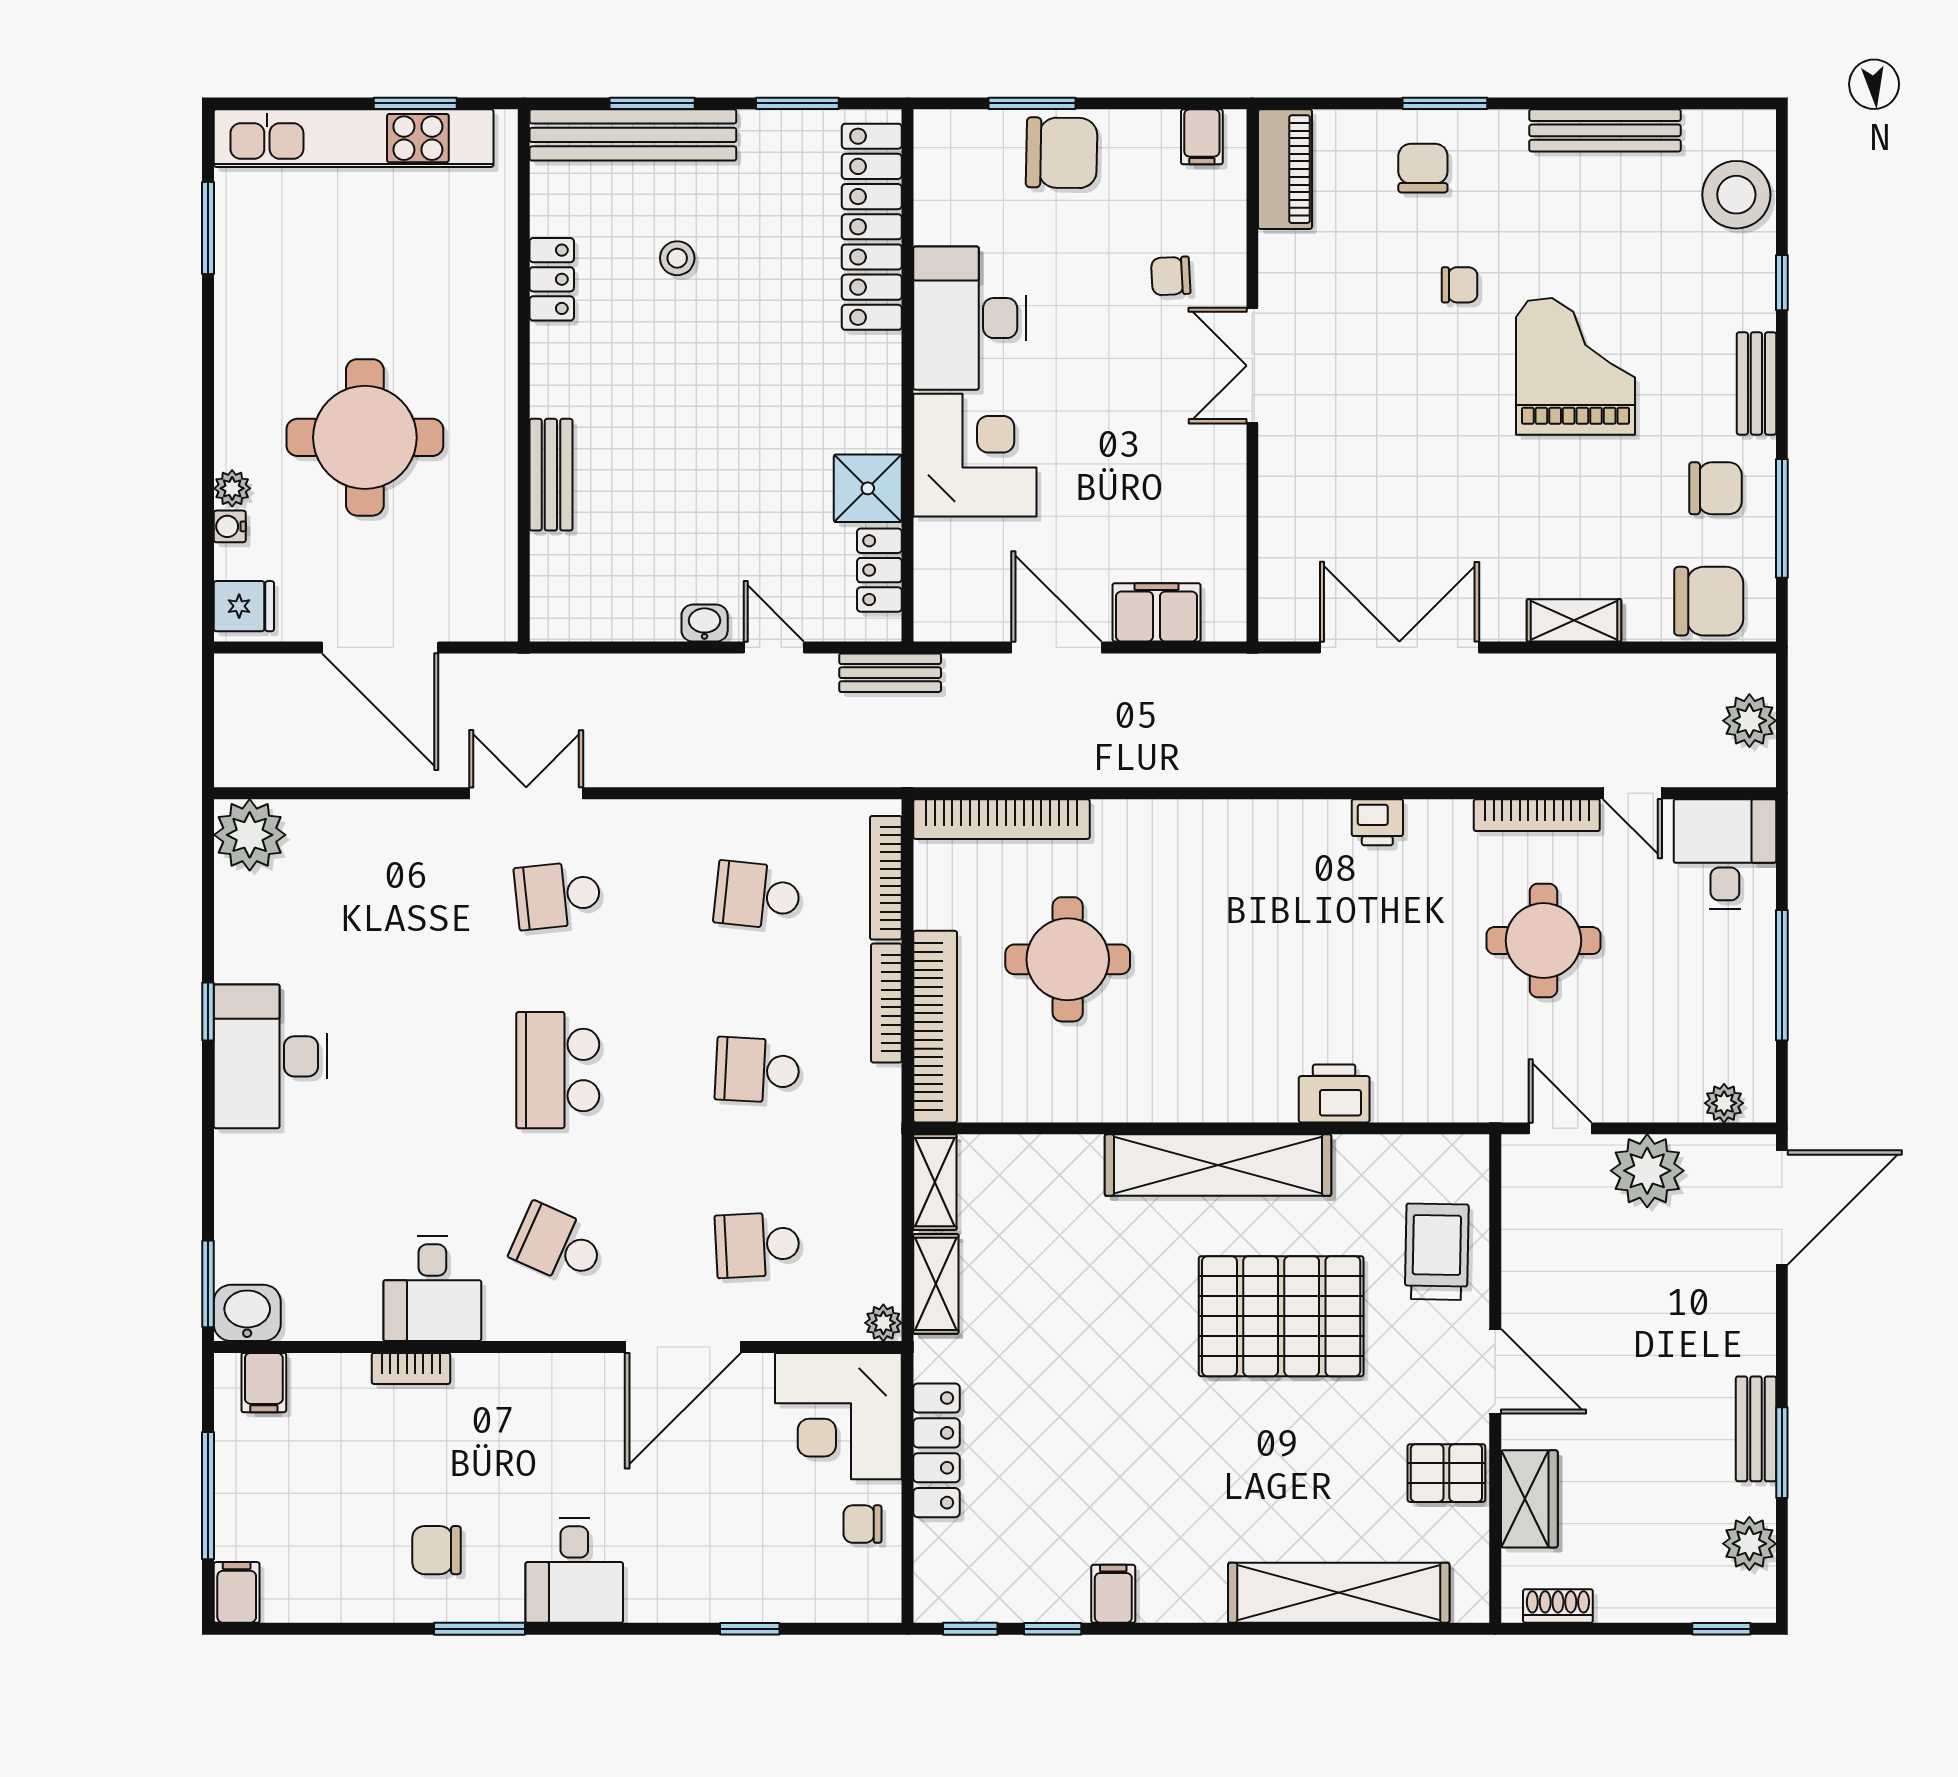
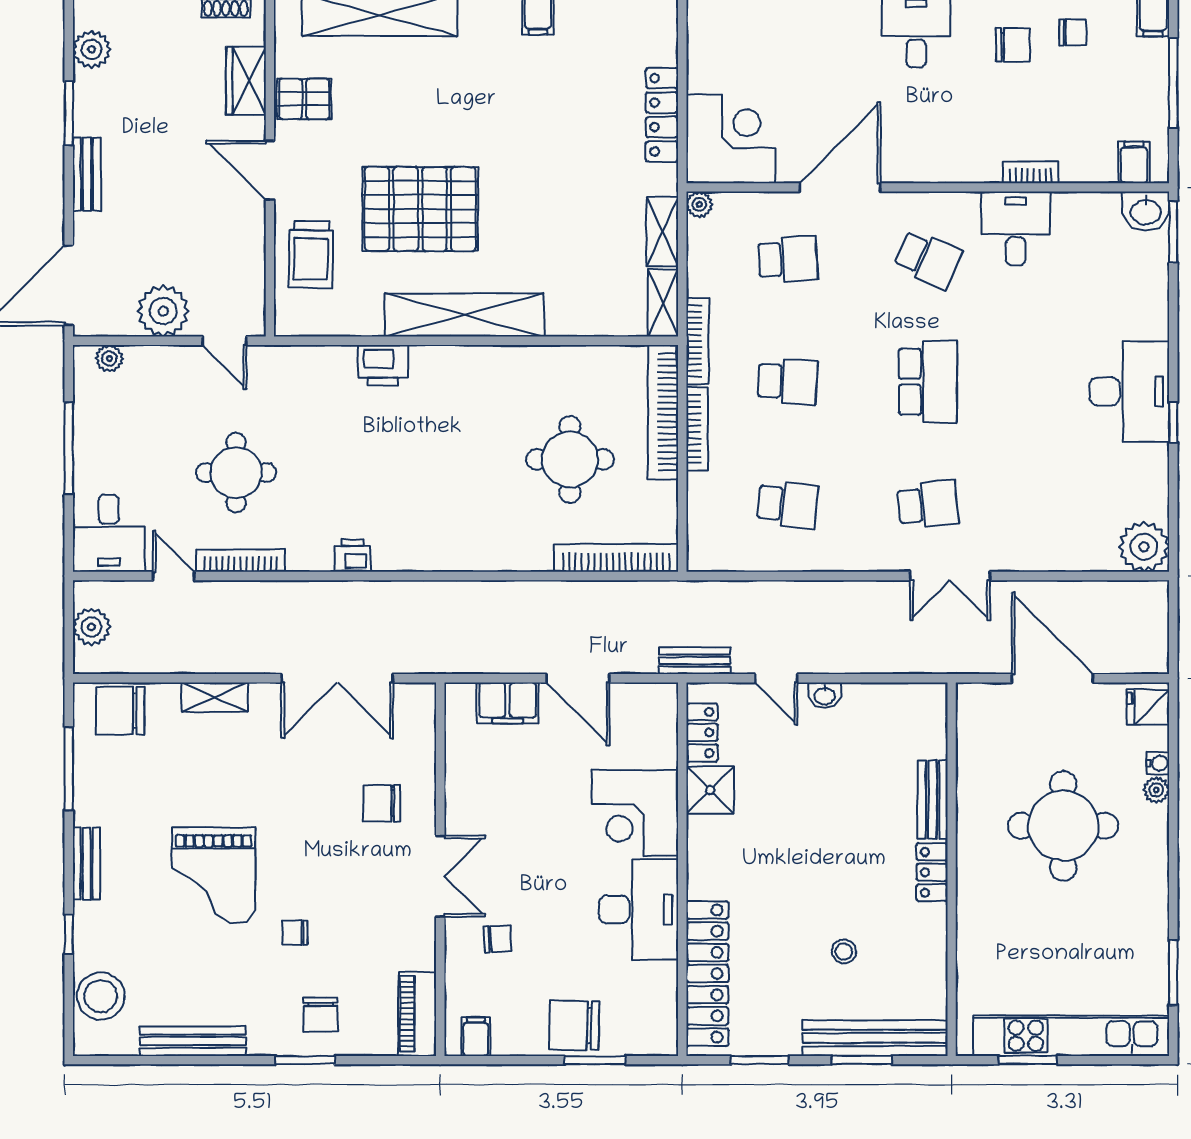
locker: (552, 279) -> (932, 872), moved
chair: (1715, 488) -> (382, 803), moved
bookcase: (886, 878) -> (698, 341), moved
bench: (1756, 1429) -> (87, 174), moved
chair: (862, 1524) -> (1073, 32), moved

